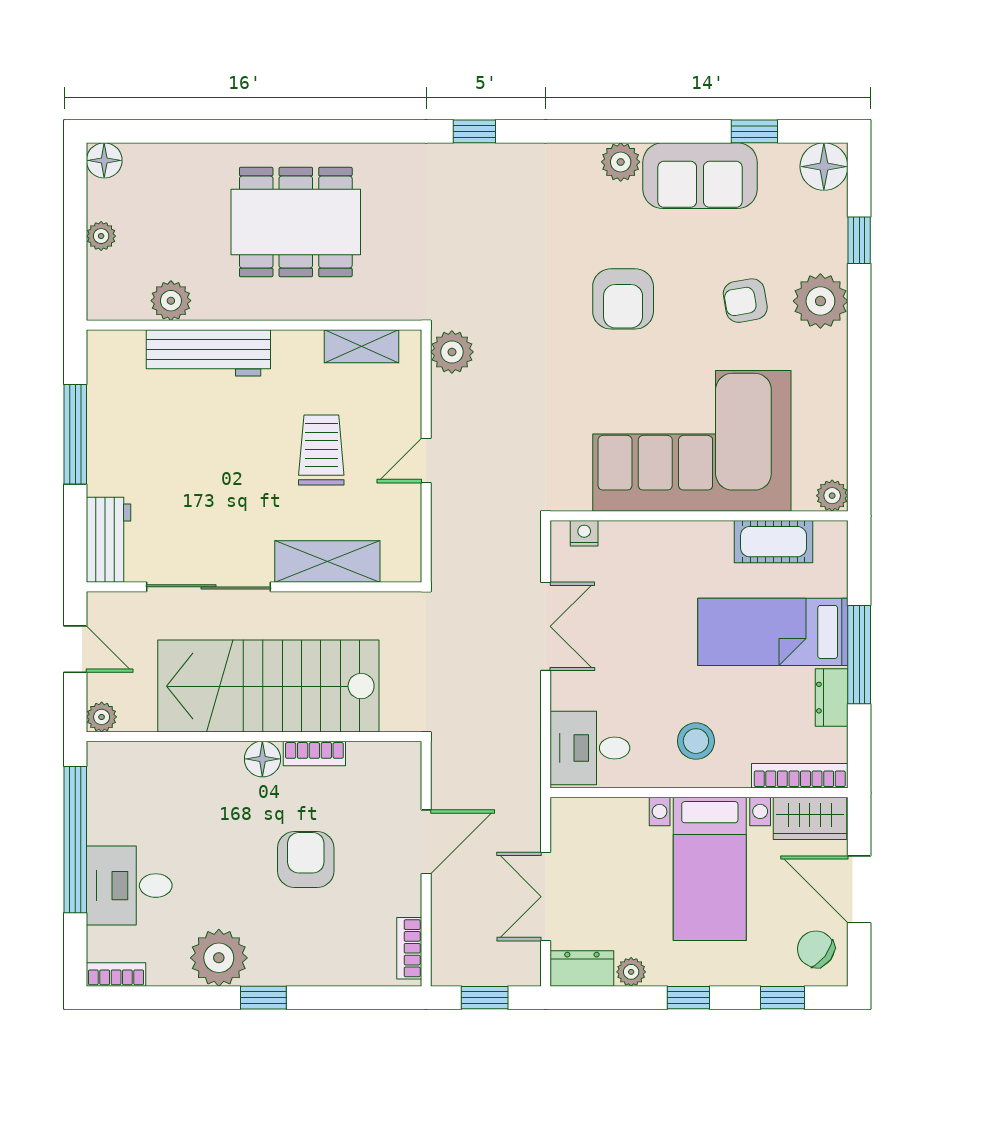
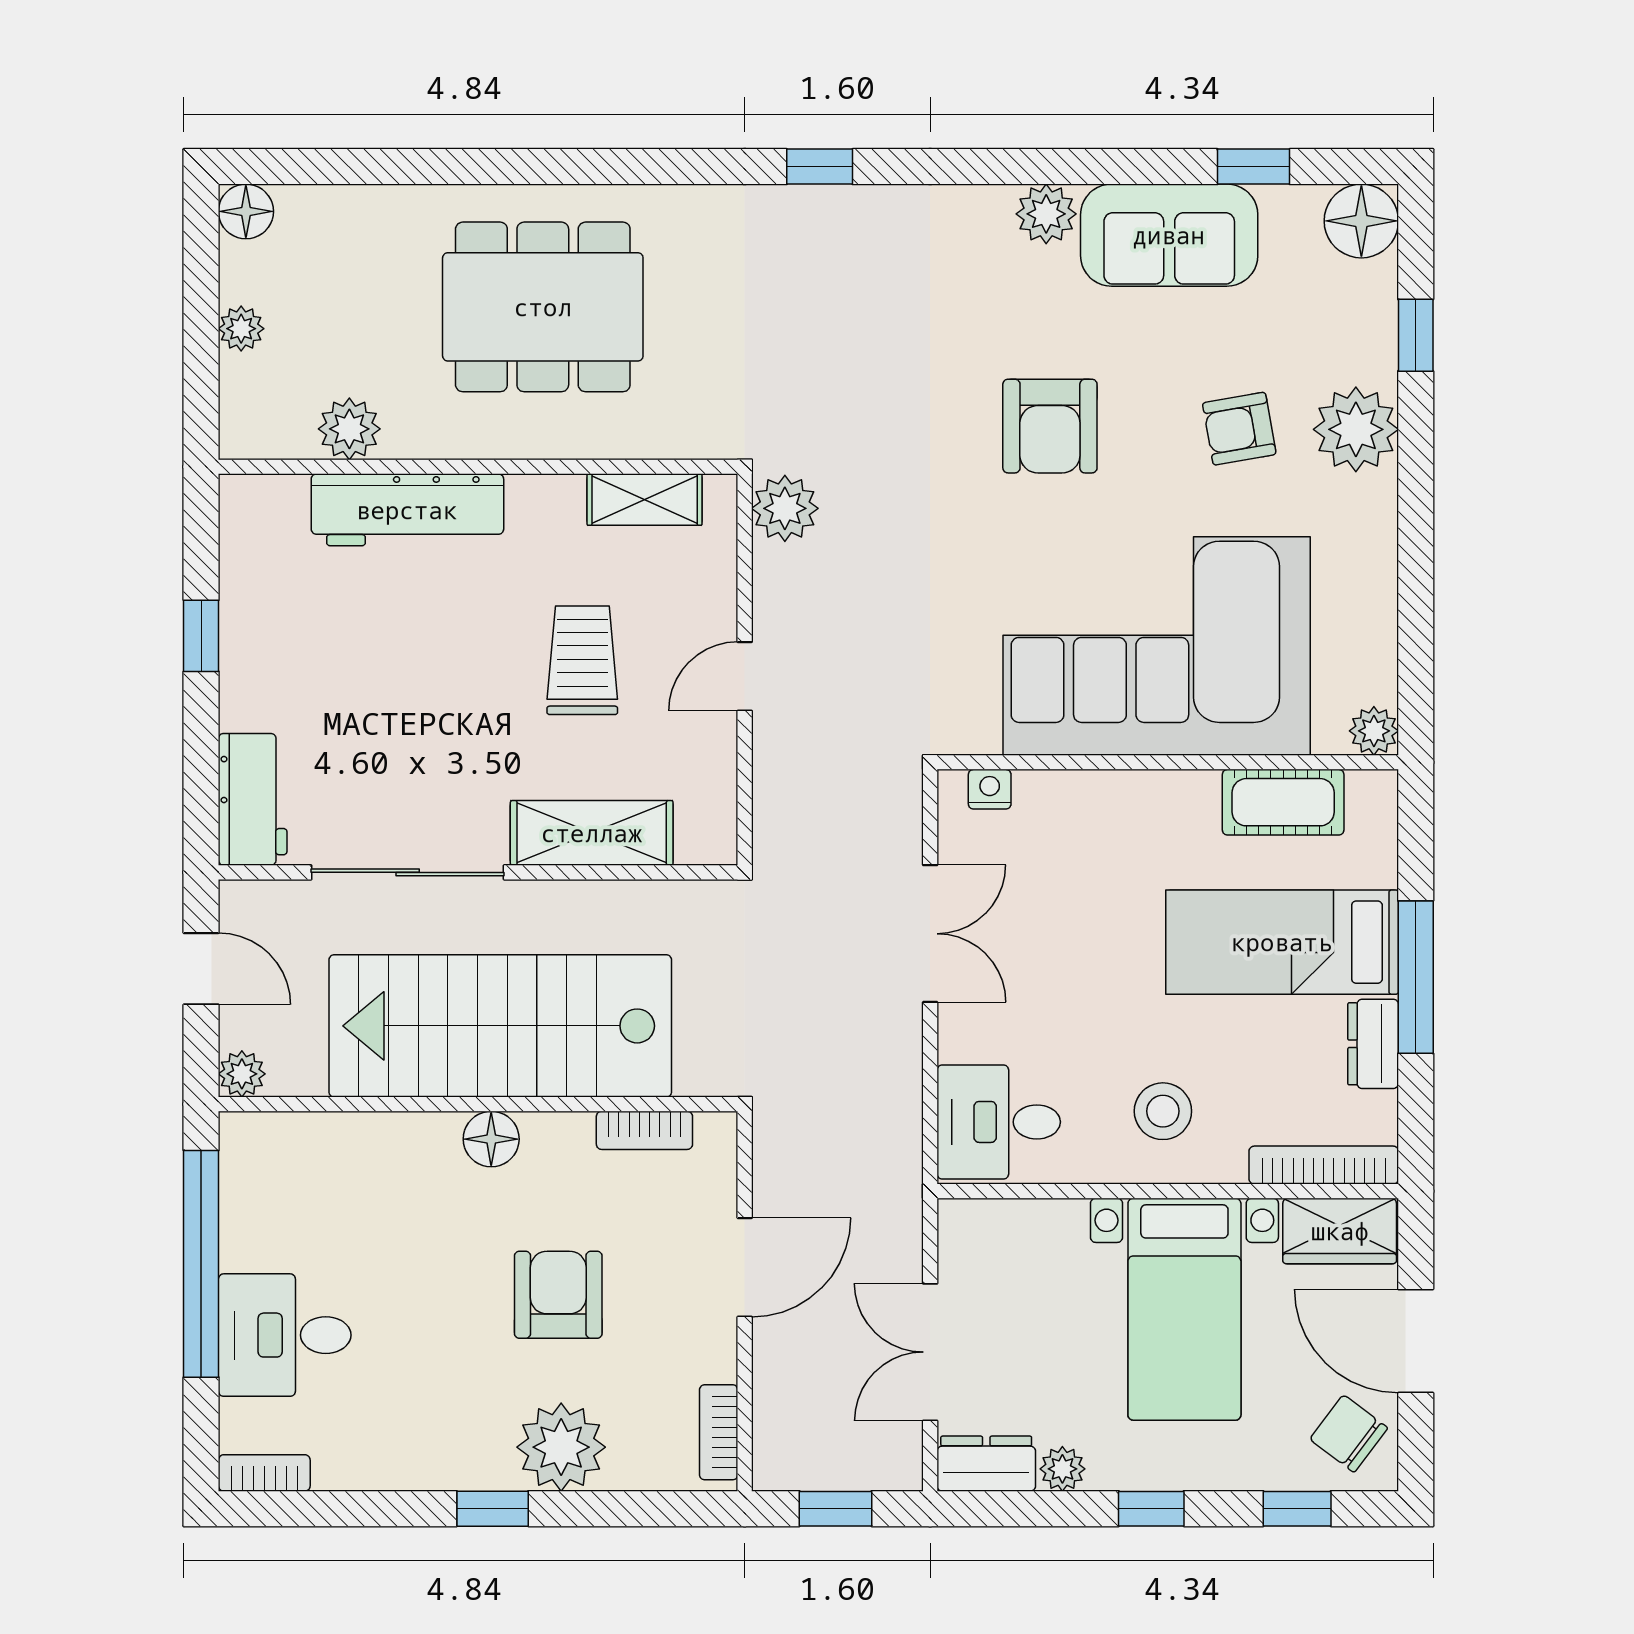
window: (75, 434) -> (201, 636), width x0.46
bookcase: (314, 753) -> (644, 1130), moved
plant: (219, 958) -> (561, 1447), moved

